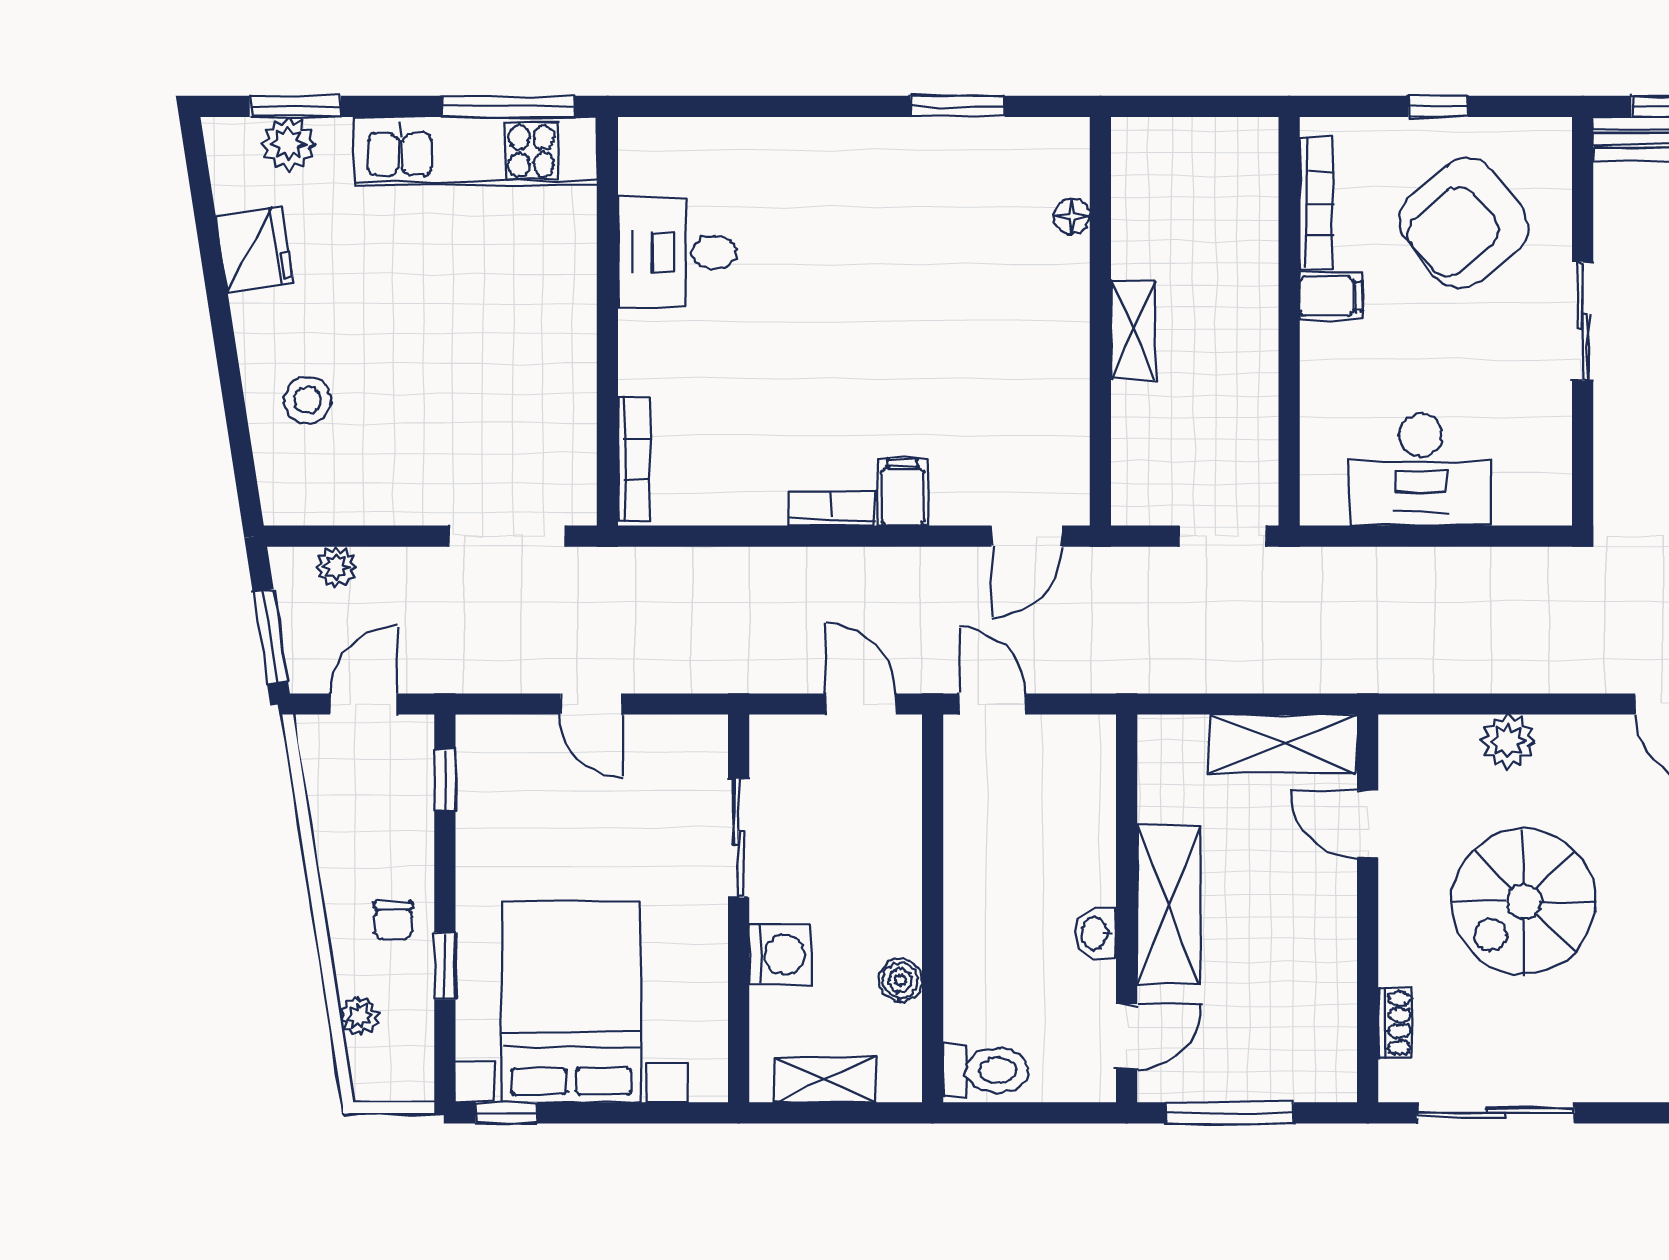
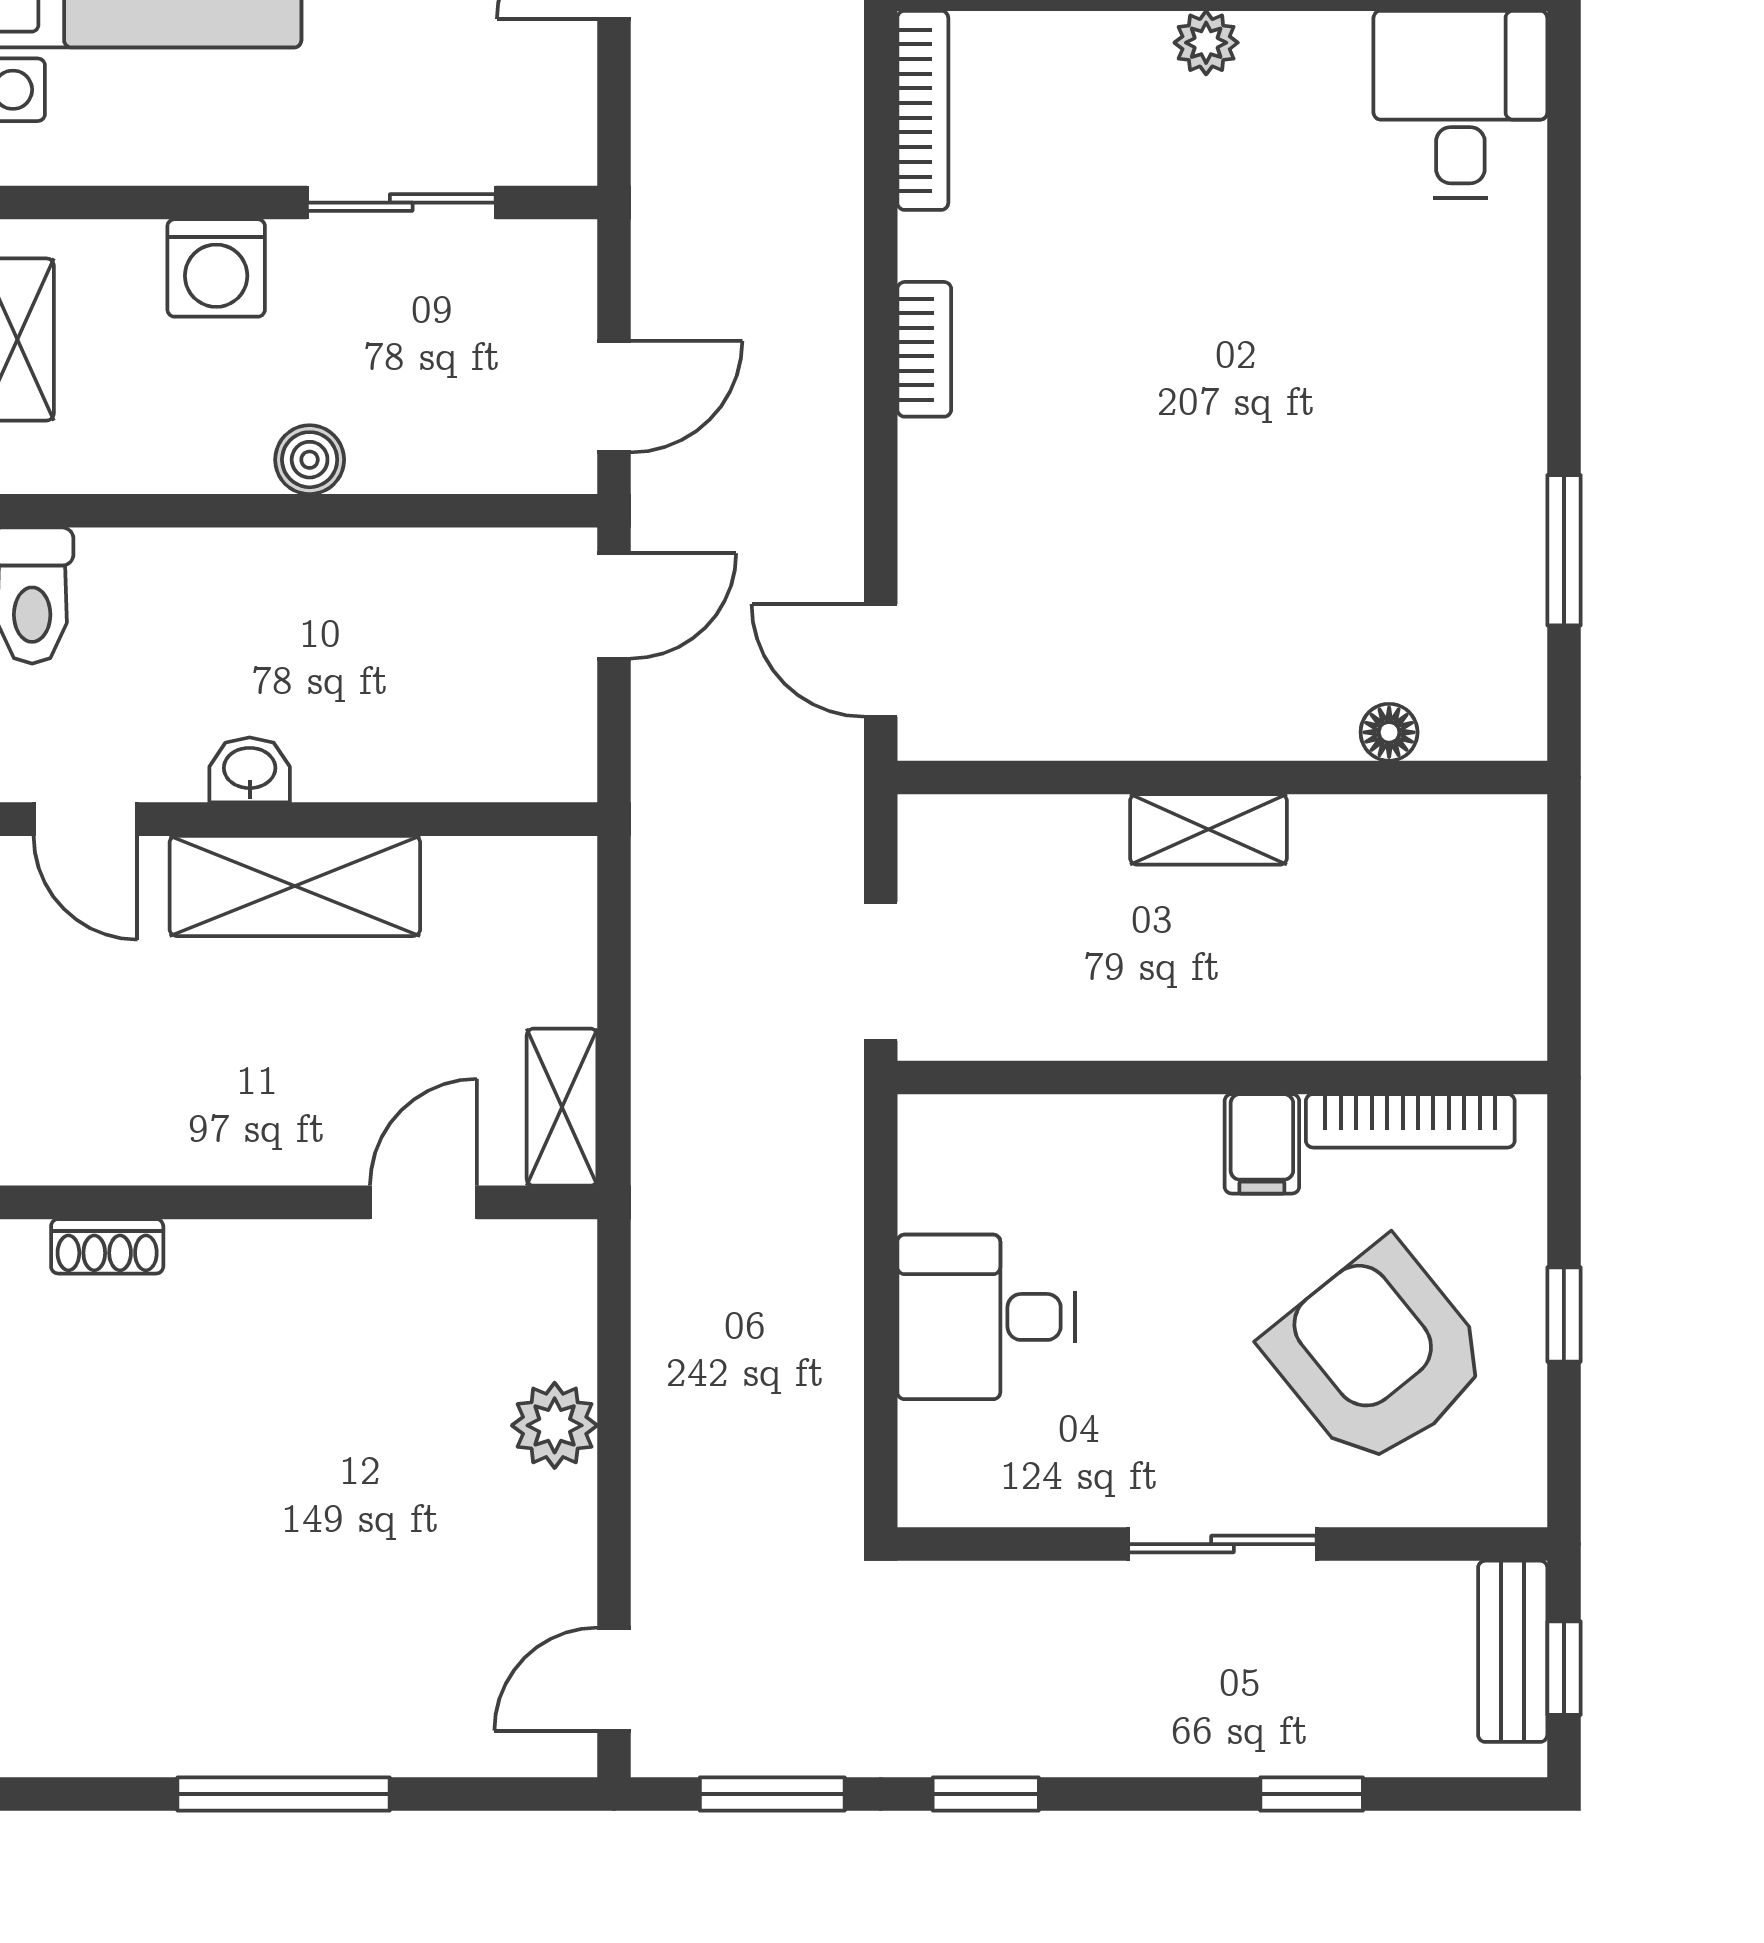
desk: (677, 253) -> (1460, 105), moved
plant: (638, 331) -> (1206, 43), added
bookcase: (634, 459) -> (923, 110), moved, turned -90
desk: (1421, 470) -> (986, 1317), width x0.73
filing cabinet: (903, 492) -> (951, 463), removed
shelving: (1283, 744) -> (562, 1107), width x0.67, depth x0.75
spiral stairs: (1524, 901) -> (300, 1450), removed
boiler: (900, 980) -> (310, 460), moved

